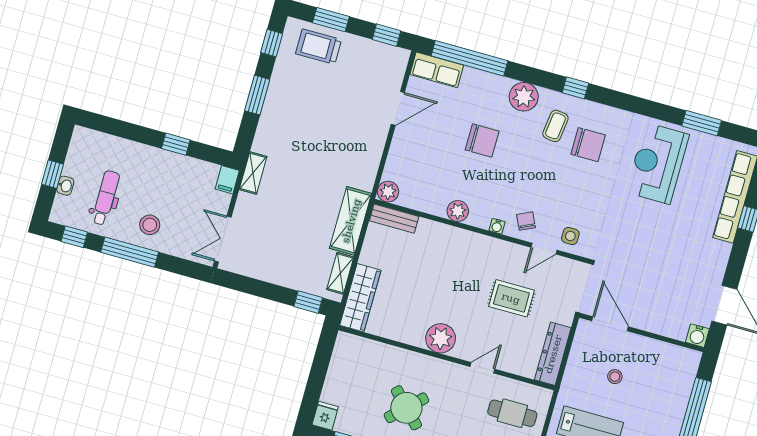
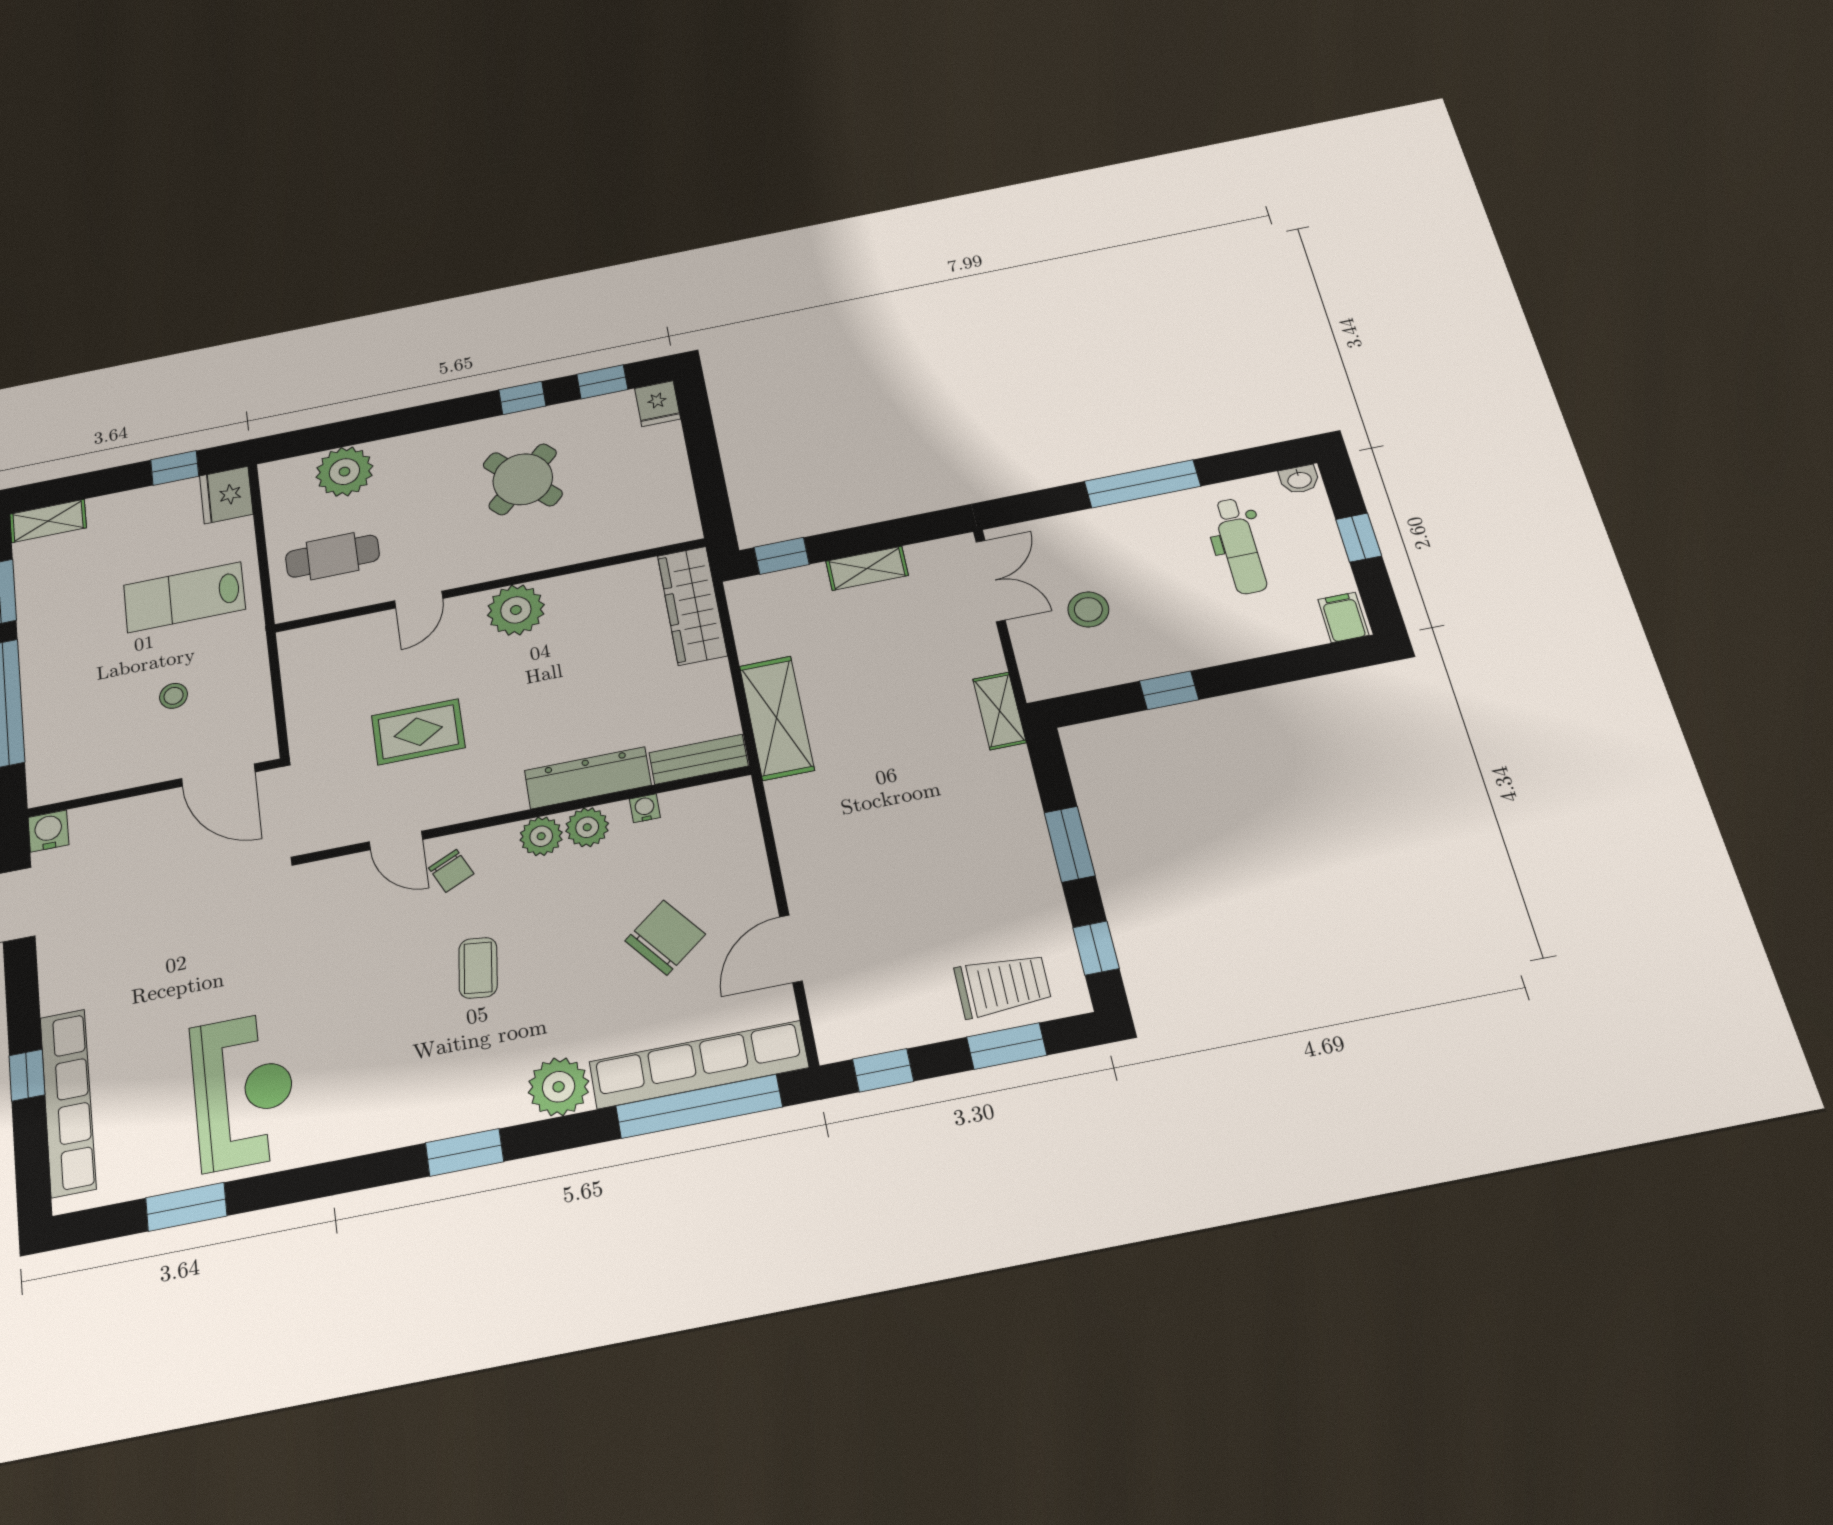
row of seats: (437, 70) -> (699, 1065), width x2.02
window: (575, 88) -> (464, 1152), width x1.50
coffee table: (555, 126) -> (478, 968), moved
chair: (482, 141) -> (665, 937), moved, turned 142
chair: (588, 145) -> (393, 1060), removed
filing cabinet: (227, 180) -> (1343, 617), moved
washbasin: (65, 186) -> (1299, 480), moved, turned -90
plant: (388, 192) -> (541, 836), moved
stool: (150, 225) -> (1088, 609), moved
water cooler: (497, 226) -> (645, 808), moved
side table: (570, 236) -> (356, 885), removed
window: (74, 237) -> (1255, 461), removed
door: (544, 249) -> (396, 841), swing flipped
shelving: (340, 273) -> (867, 568), moved, turned 90
dresser: (553, 354) -> (588, 778), moved, turned -90

